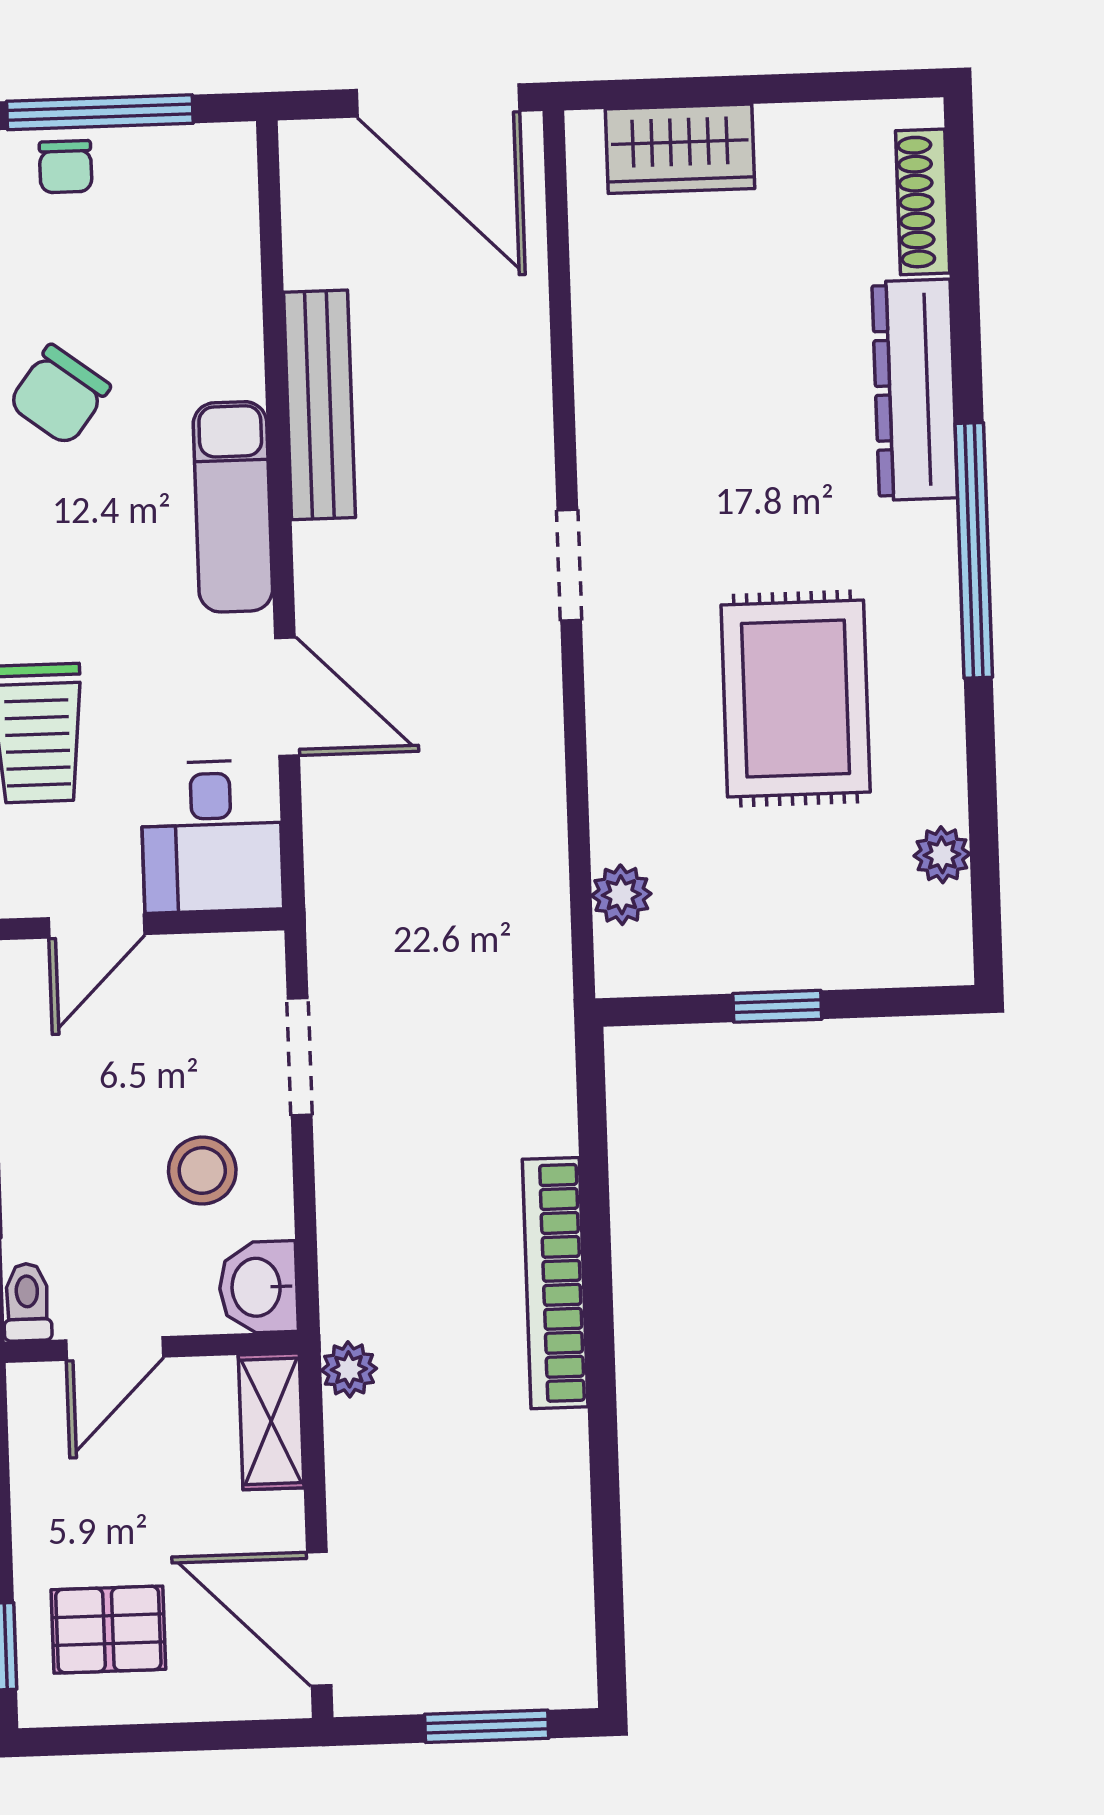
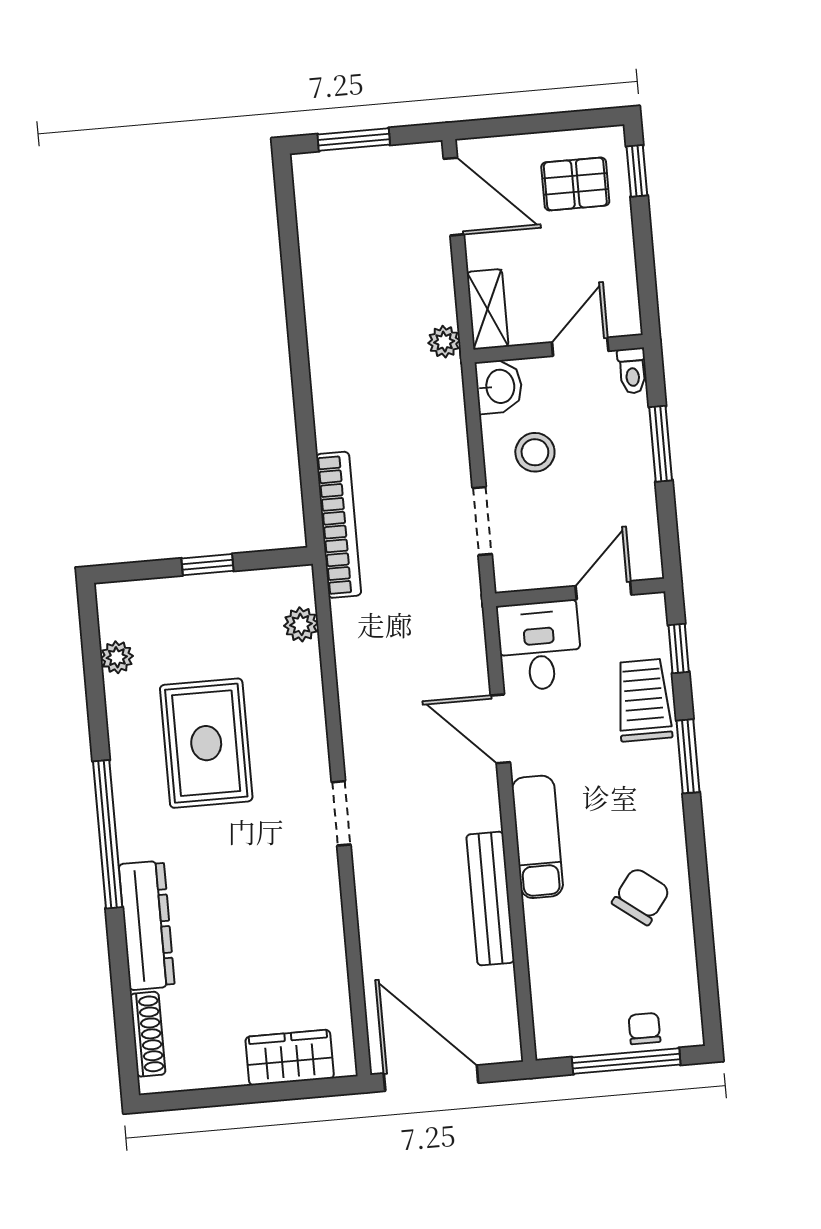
bookcase: (555, 1283) -> (339, 525), moved

